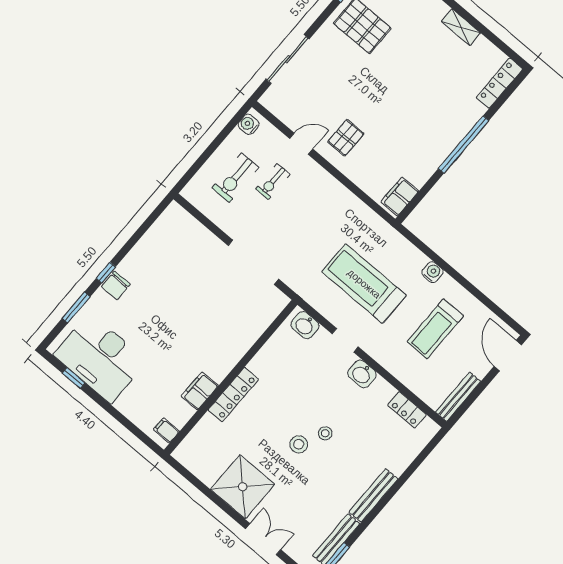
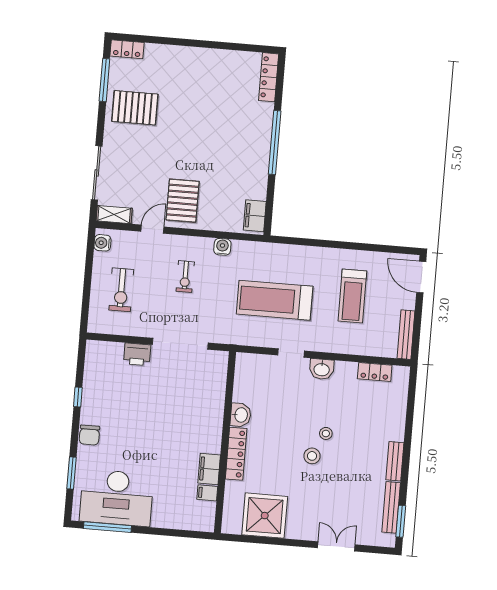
shelving: (461, 27) -> (114, 215), moved
pallet: (346, 138) -> (183, 201), width x1.50, depth x1.42
exercise bike: (273, 182) -> (185, 277), moved
printer: (209, 244) -> (137, 354), added
water cooler: (432, 272) -> (222, 247), moved
window: (106, 273) -> (78, 397), moved
washbasin: (305, 325) -> (241, 415), moved, turned -90
window: (74, 378) -> (107, 527), width x2.17
filing cabinet: (166, 430) -> (207, 493), moved
shower: (243, 487) -> (265, 516), moved
bench: (373, 495) -> (395, 461), width x0.73

